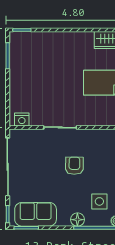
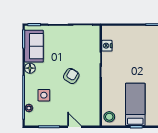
nightstand: (22, 120) -> (107, 46), moved
armchair: (74, 166) -> (71, 76), turned -59
floor lamp: (77, 220) -> (30, 68), moved

